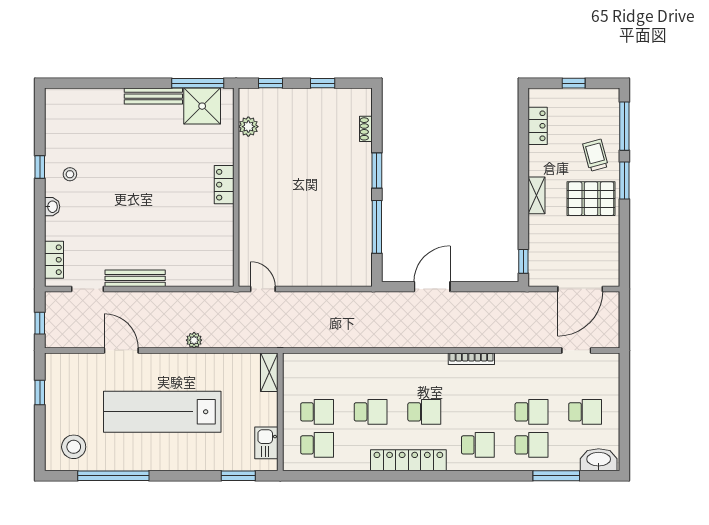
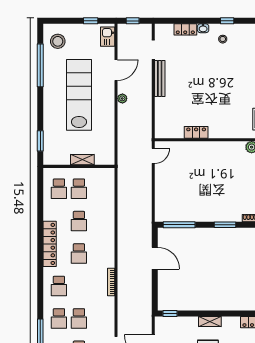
locker: (224, 185) -> (196, 132), moved
window: (377, 227) -> (179, 225), moved
locker: (54, 260) -> (185, 29), moved
plant: (194, 340) -> (122, 98), moved
shelving: (269, 372) -> (82, 160), moved
kitchen sink: (266, 443) -> (108, 37), moved, turned -90

